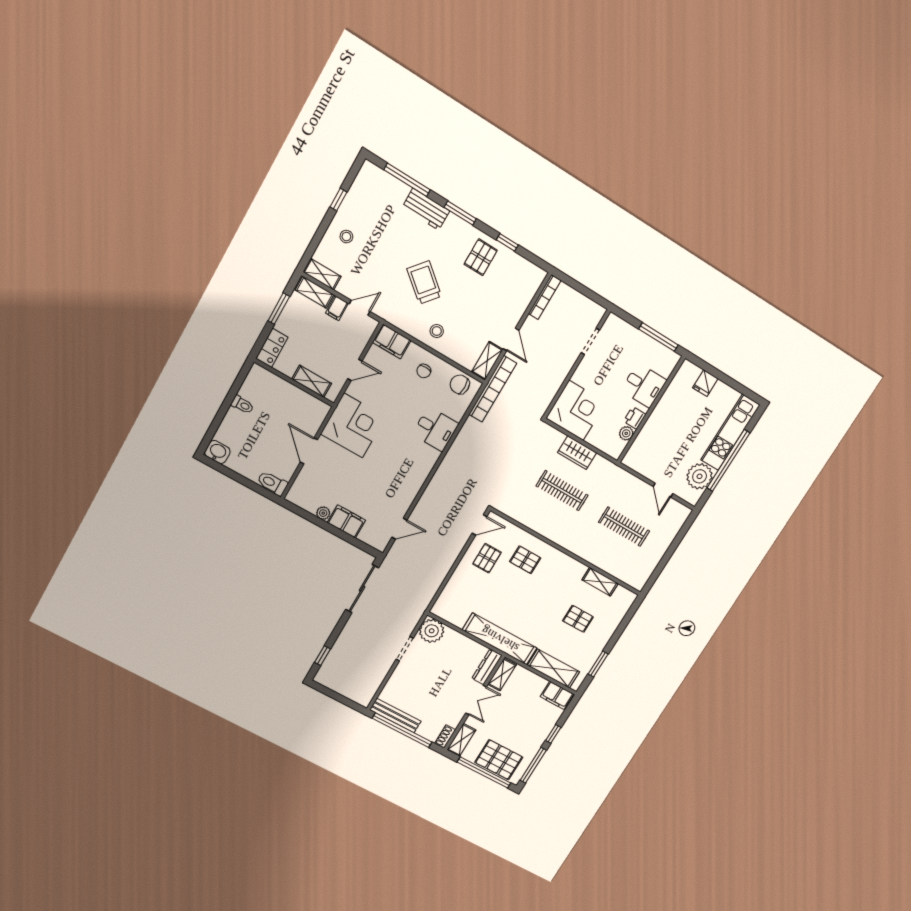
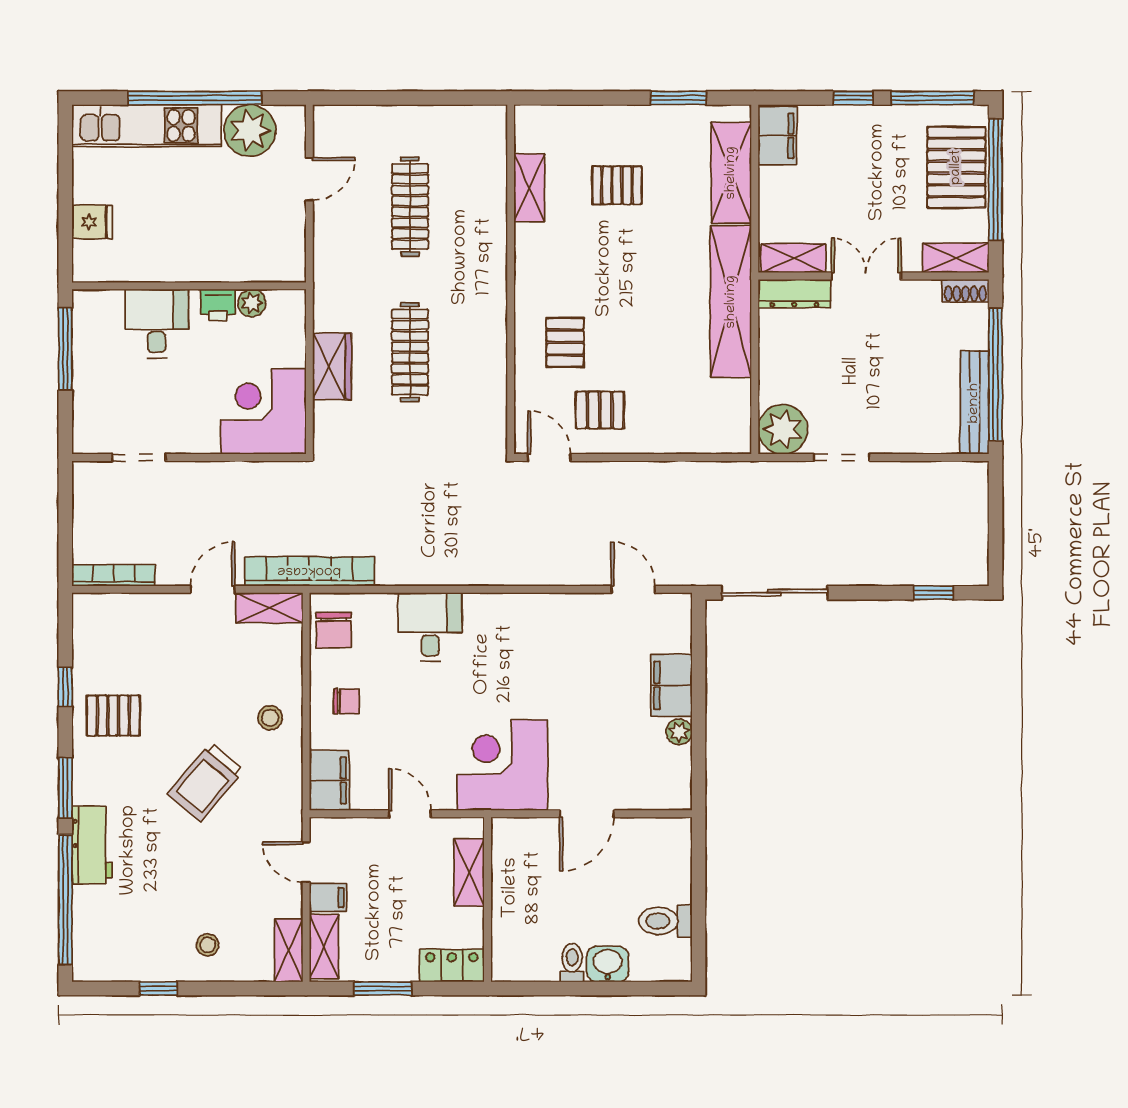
window: (407, 180) -> (65, 900), width x1.46
washbasin: (217, 452) -> (608, 964), moved, turned 90
toilet: (272, 483) -> (665, 921), moved, turned 90
pallet: (578, 619) -> (617, 185), turned 90

